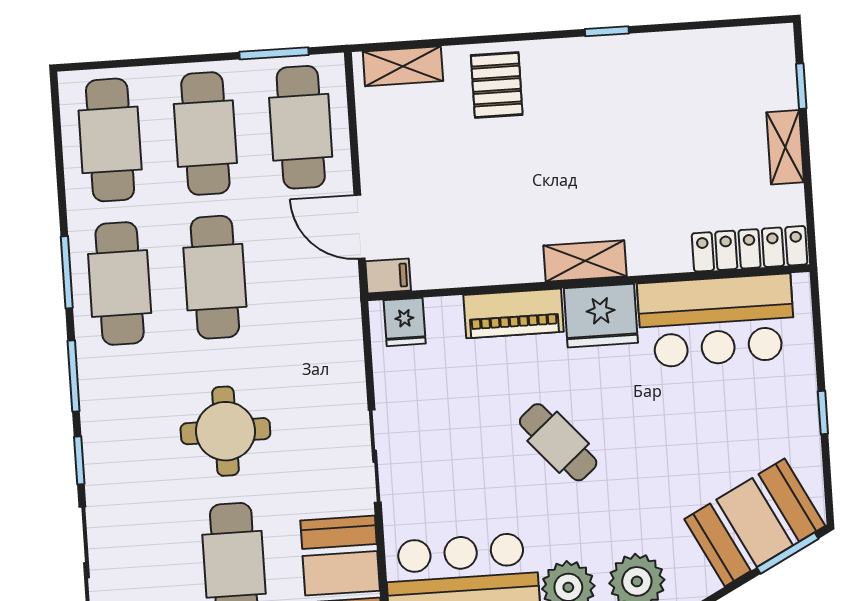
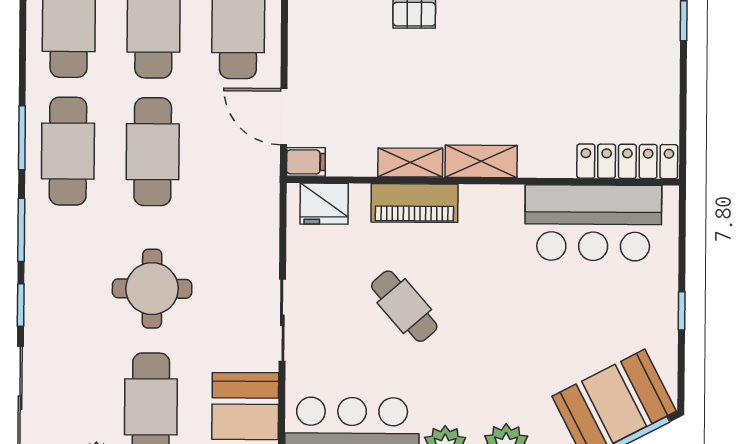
shelving: (785, 147) -> (410, 163), moved, turned 90
fridge: (601, 316) -> (491, 211), removed
fridge: (405, 322) -> (324, 204), width x1.38
cafe table: (558, 442) -> (404, 306), moved

